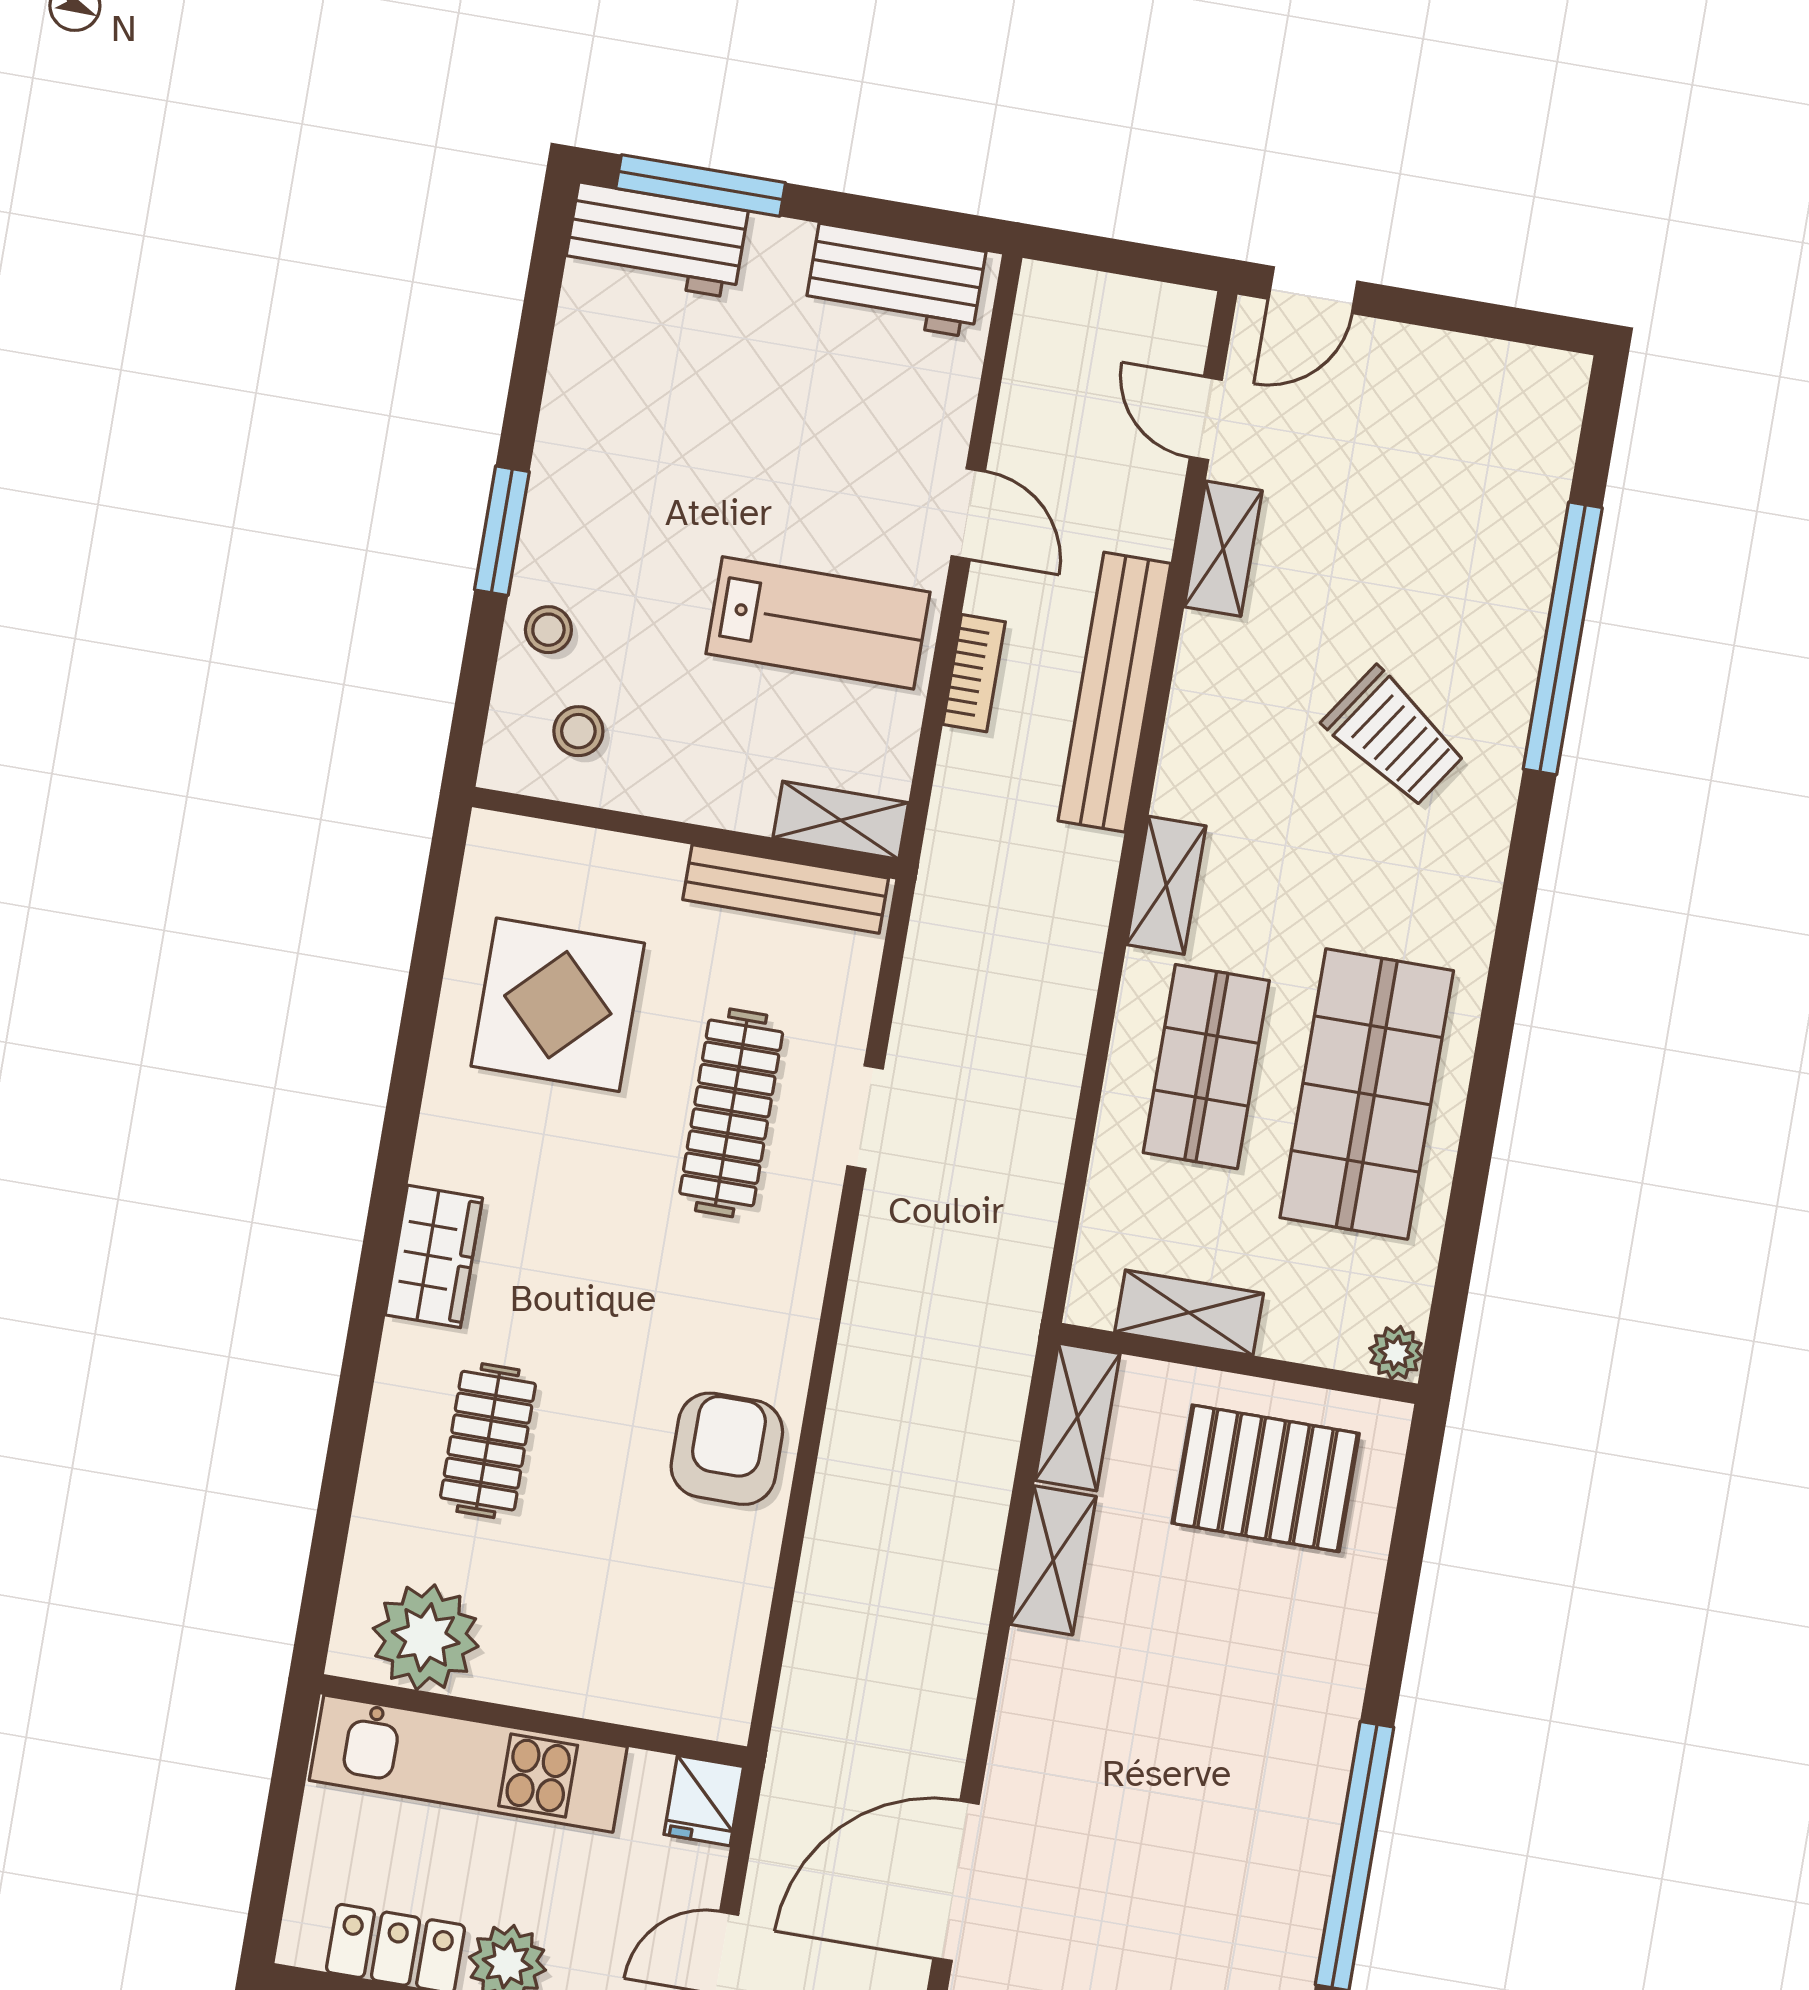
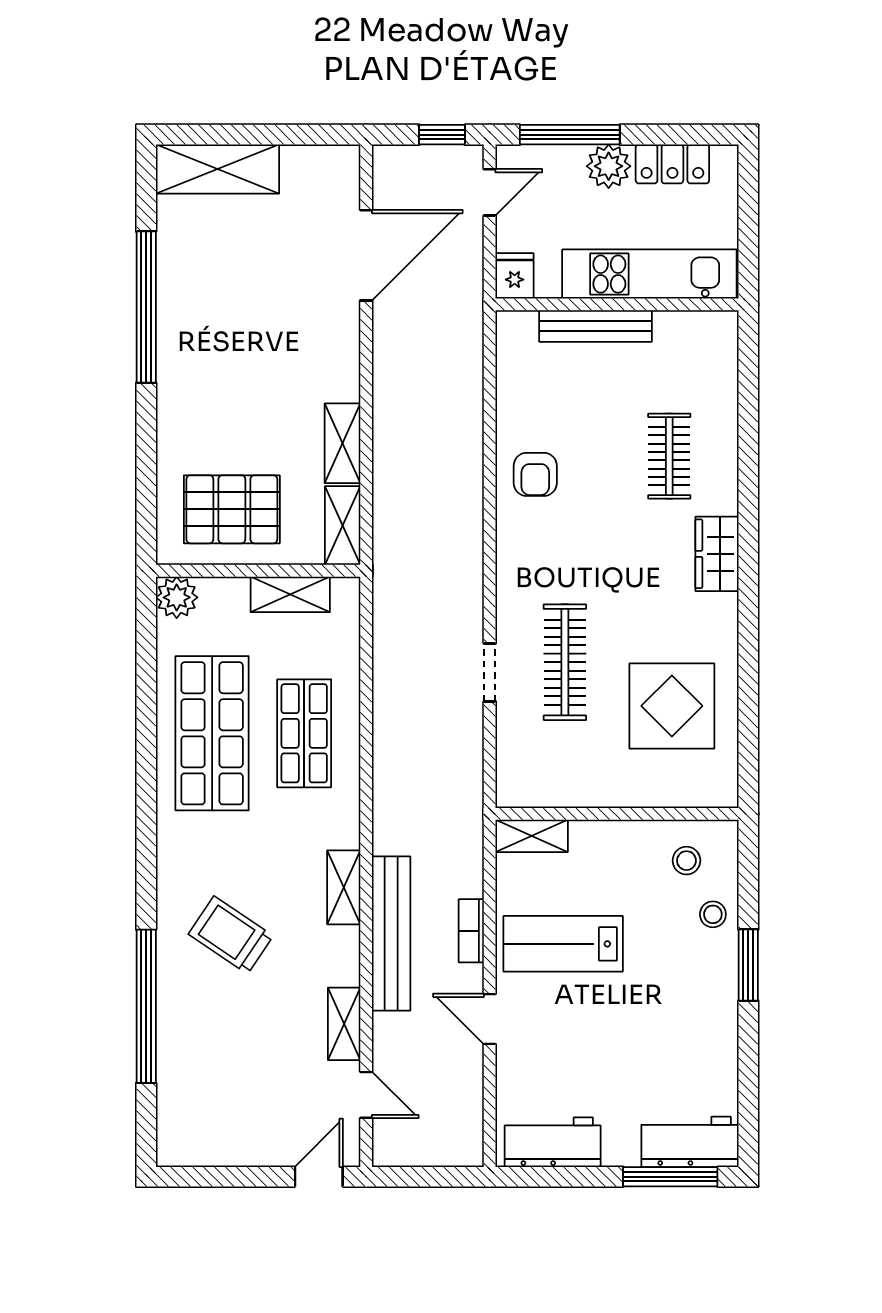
shelving: (1166, 885) -> (344, 887), moved
bench: (786, 889) -> (596, 326), moved
plant: (1396, 1353) -> (177, 597), width x1.38, depth x1.38
armchair: (727, 1449) -> (535, 474), width x0.72, depth x0.72
plant: (426, 1637) -> (685, 340), removed

